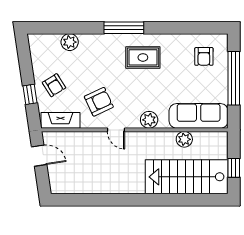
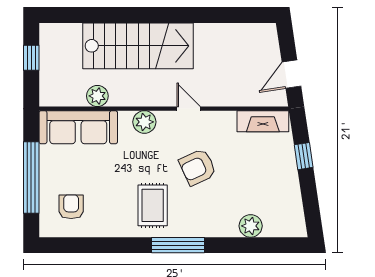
rug: (143, 57) -> (153, 205), turned 90
armchair: (54, 85) -> (272, 168), removed
armchair: (99, 102) -> (198, 167), moved
door: (39, 156) -> (291, 74), hinge flipped
stairs: (187, 177) -> (138, 46), moved

